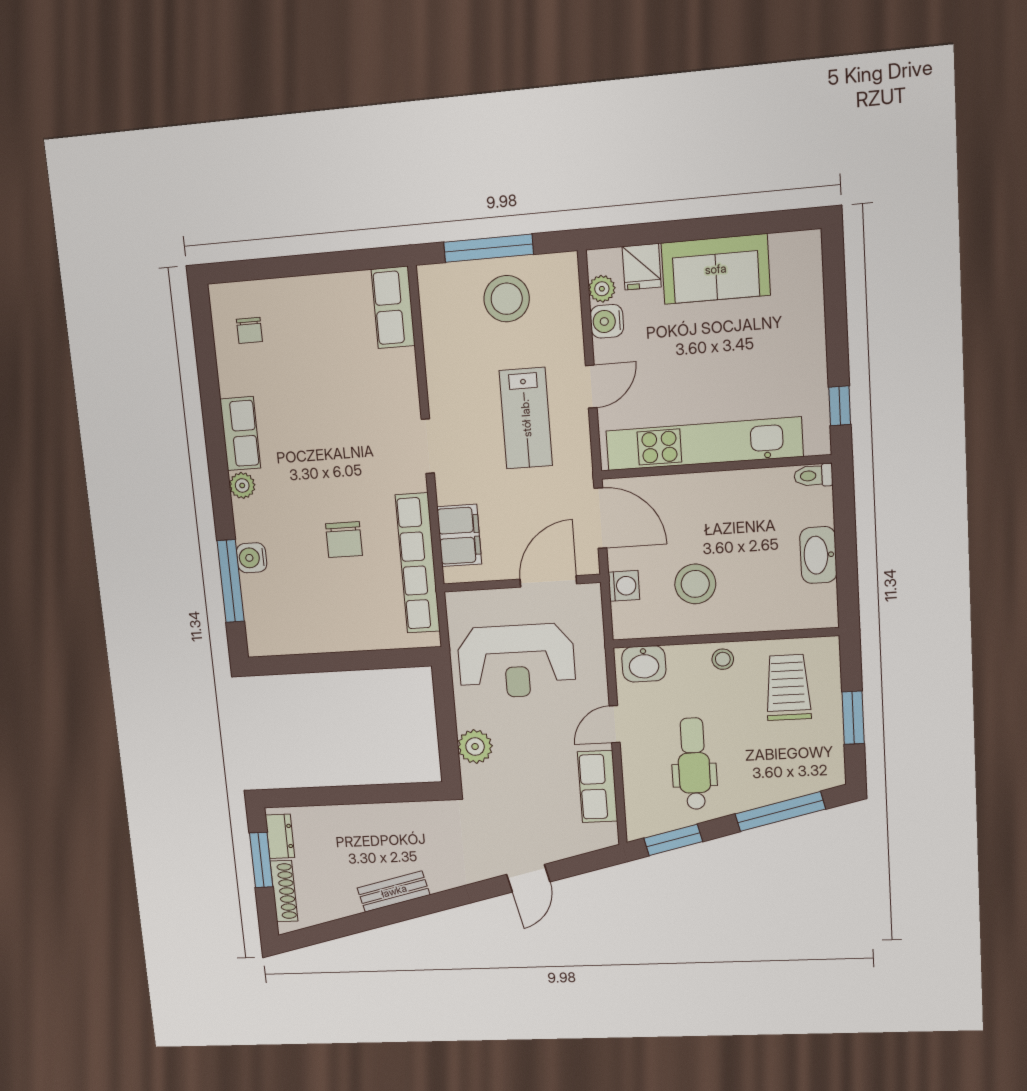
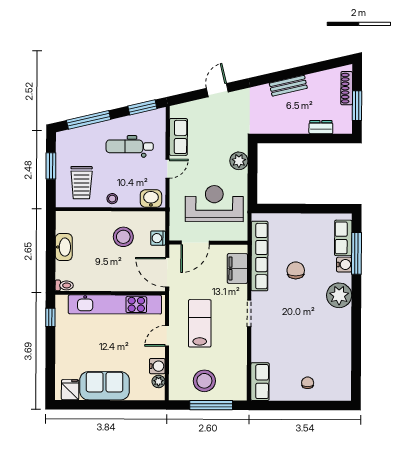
fridge: (642, 267) -> (70, 390), moved
chair: (249, 330) -> (308, 383), moved
row of seats: (240, 434) -> (343, 238), moved
plant: (242, 485) -> (339, 295), width x1.88, depth x1.88
dental chair: (694, 764) -> (130, 146), turned 90
dresser: (280, 836) -> (321, 127), moved, turned 90

